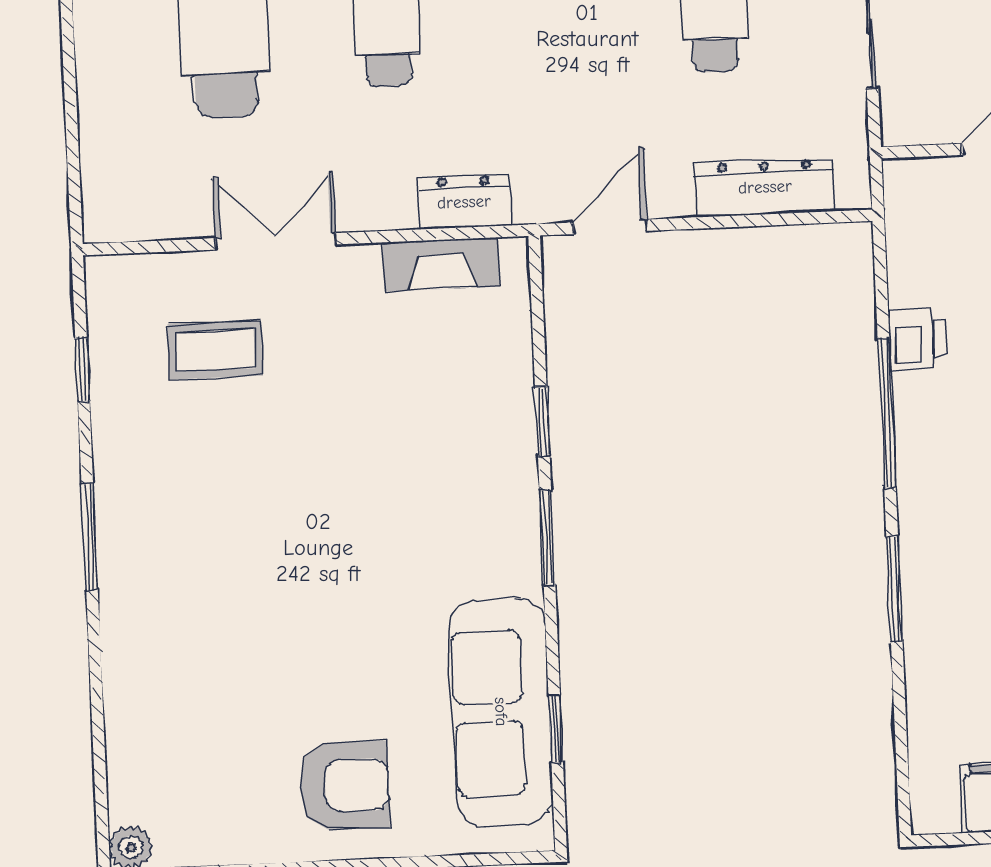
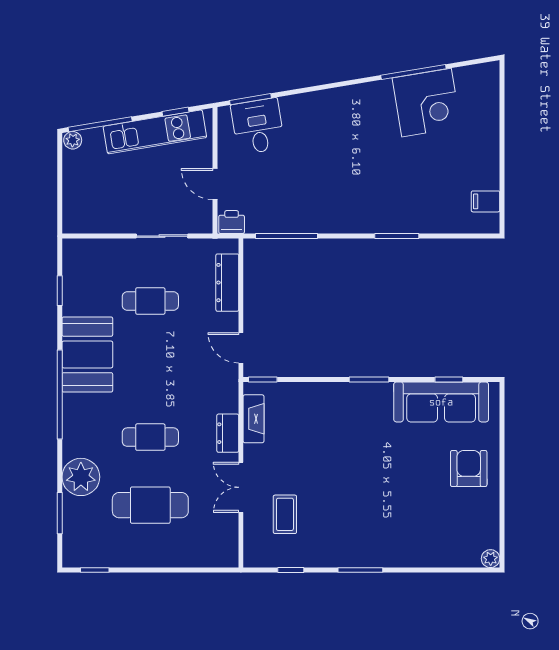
dresser: (464, 202) -> (228, 433), moved
printer: (917, 339) -> (232, 222), moved
window: (887, 413) -> (287, 236), moved
window: (542, 421) -> (263, 380), moved

